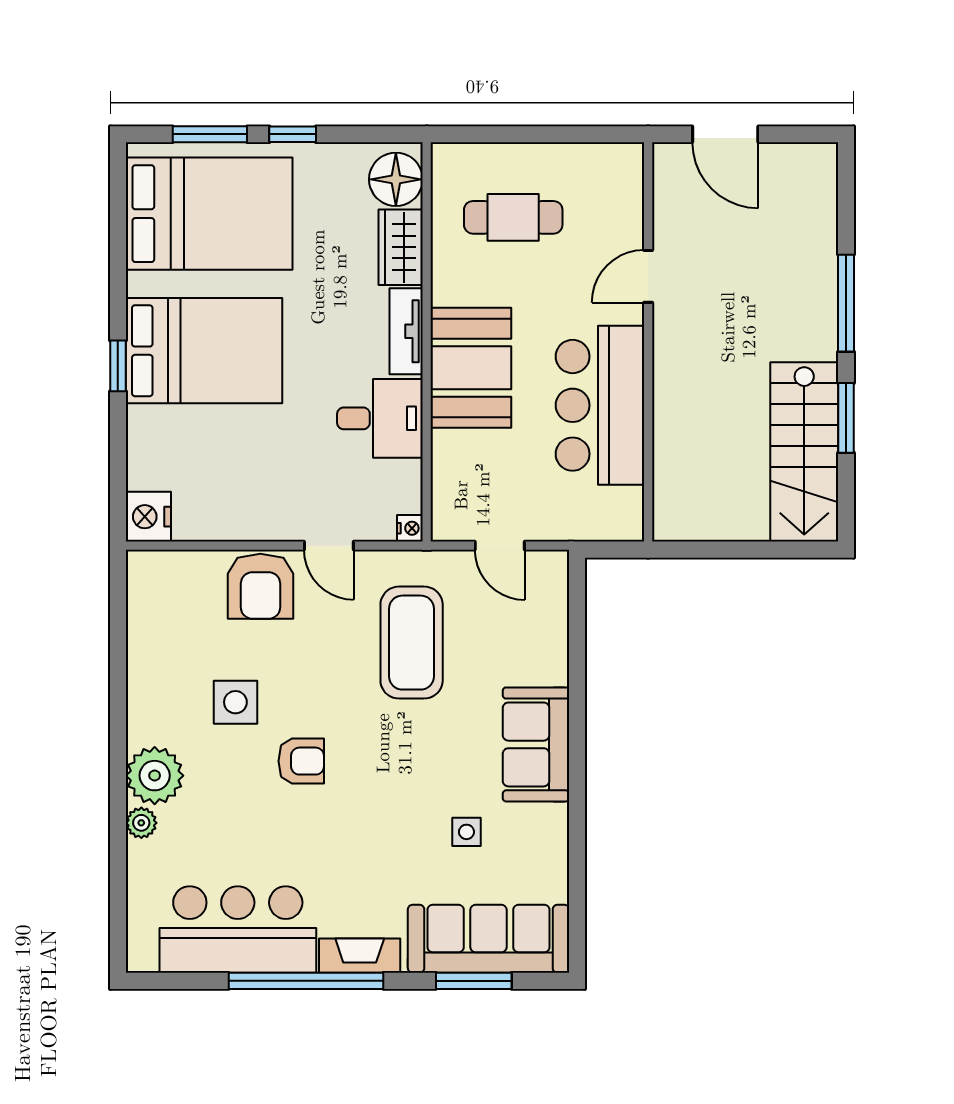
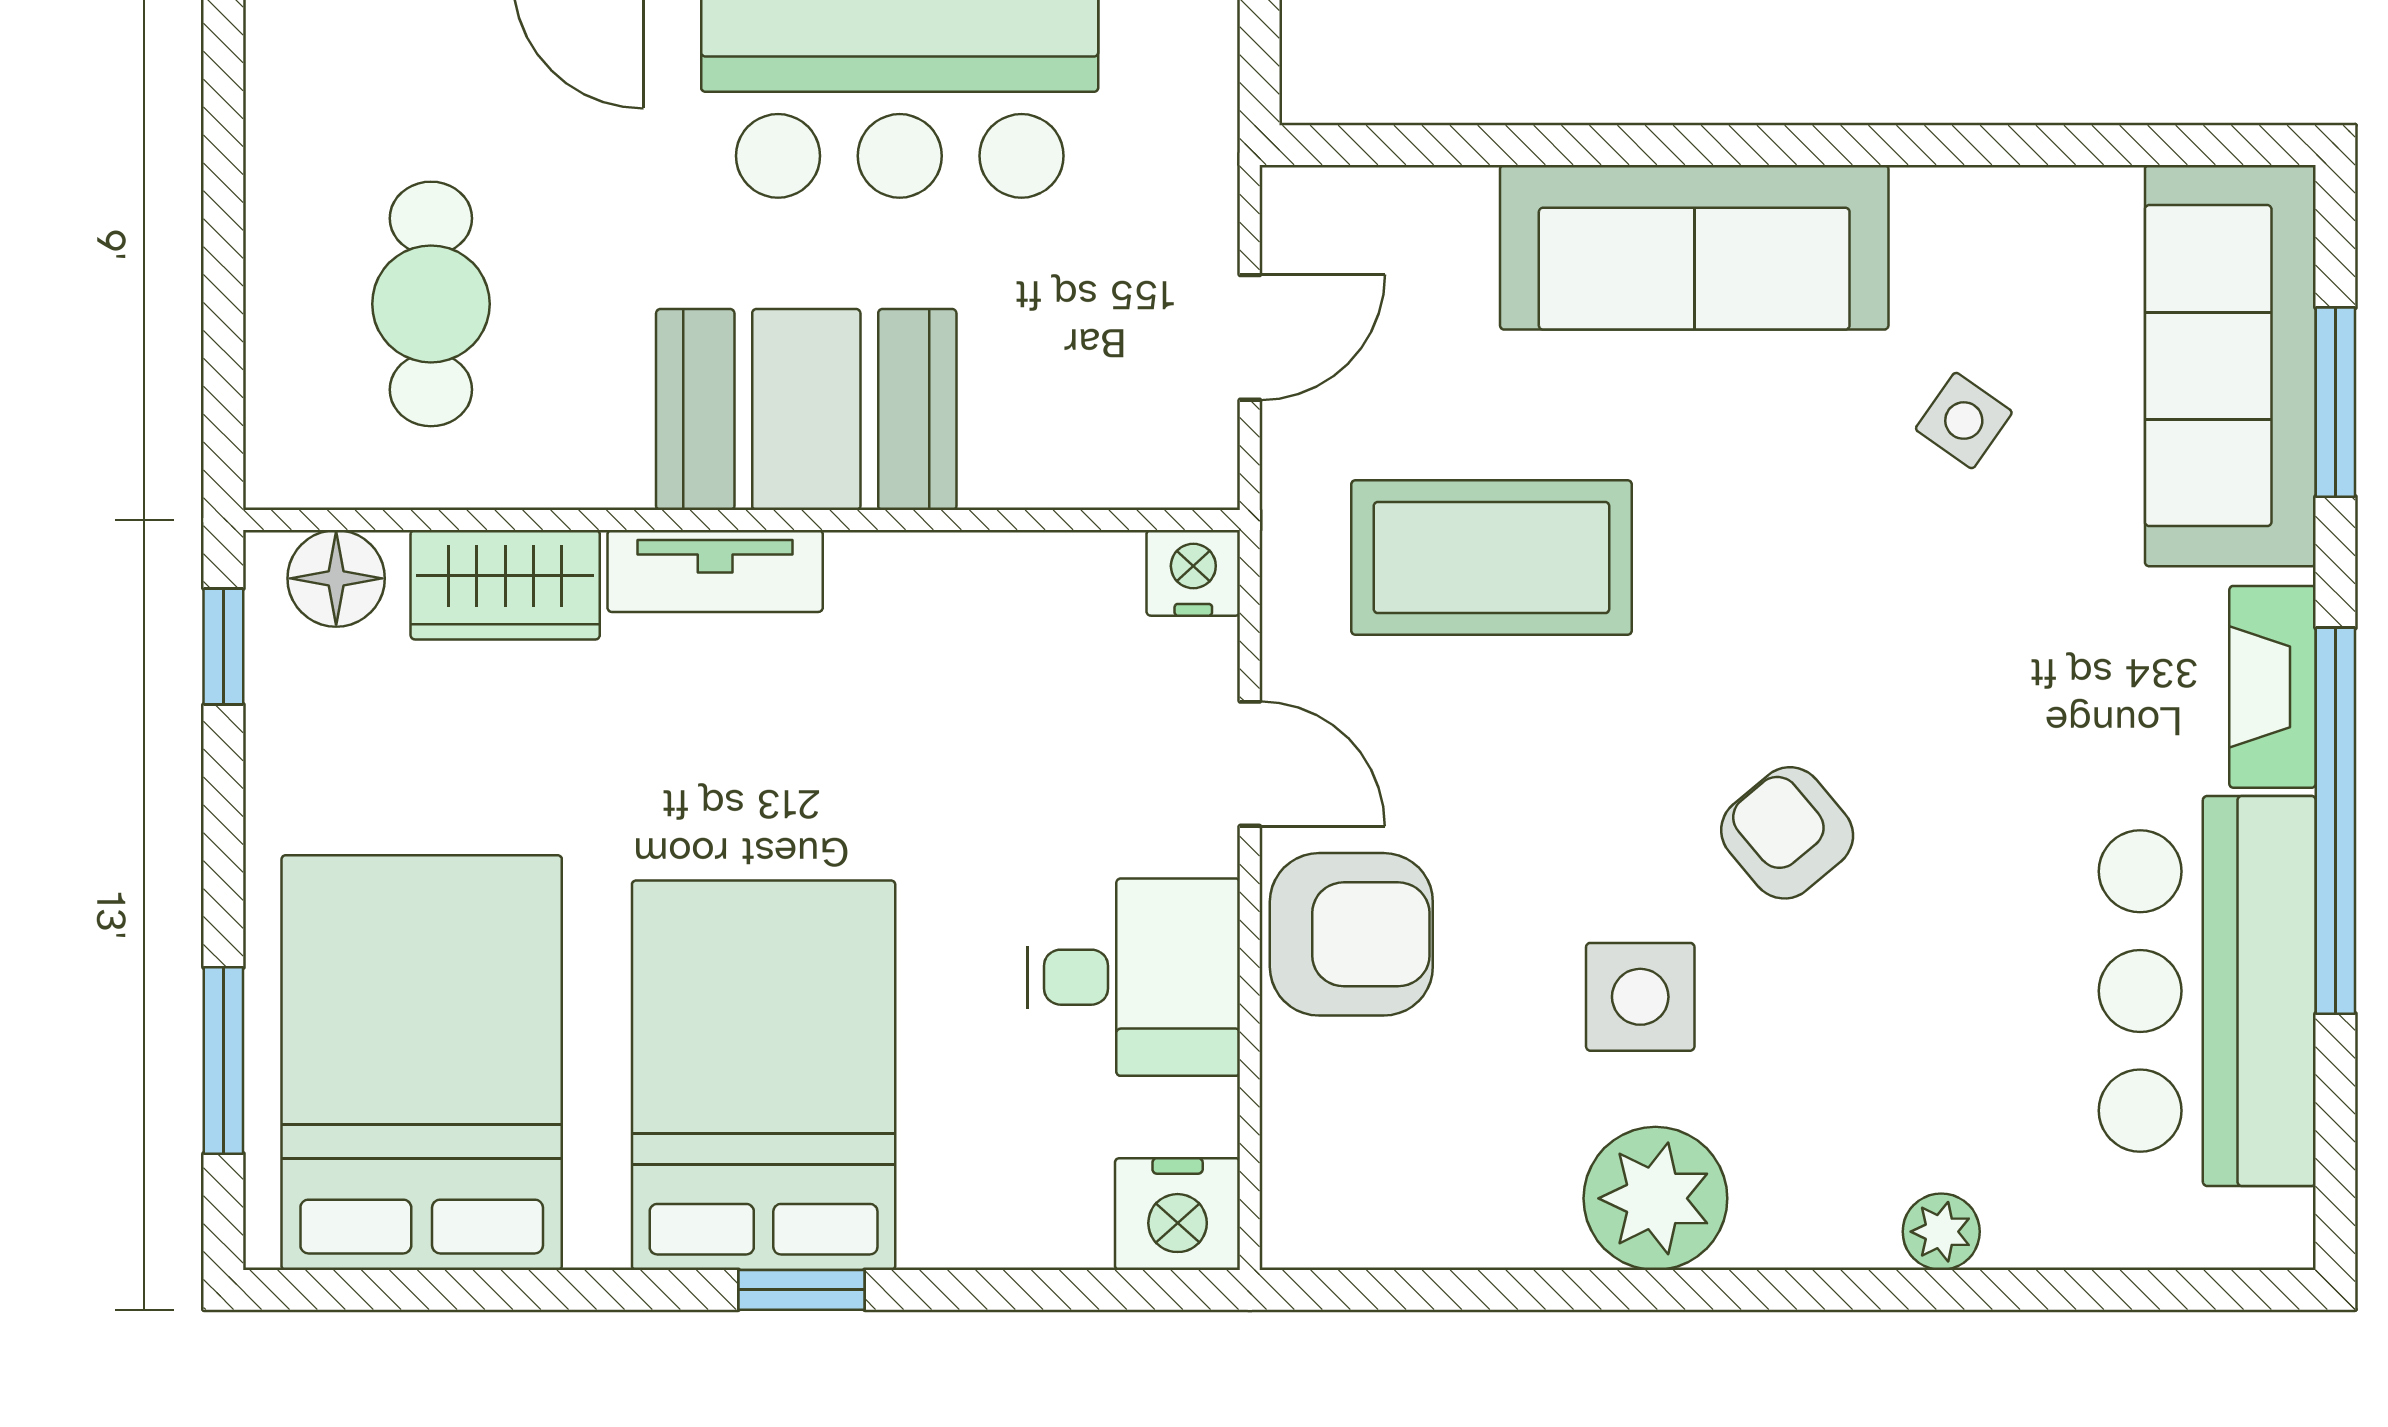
window: (293, 134) -> (223, 647), moved
floor lamp: (396, 179) -> (336, 578), width x0.73, depth x0.73
desk: (380, 418) -> (1134, 977), moved, turned 90
nightstand: (410, 528) -> (1193, 573), width x1.39, depth x1.35
door: (329, 546) -> (1250, 764), hinge flipped
sofa: (536, 744) -> (1694, 247), width x1.36
armchair: (301, 761) -> (1787, 833), turned -40
plant: (155, 776) -> (1655, 1198), moved
side table: (466, 832) -> (1964, 421), turned 35

